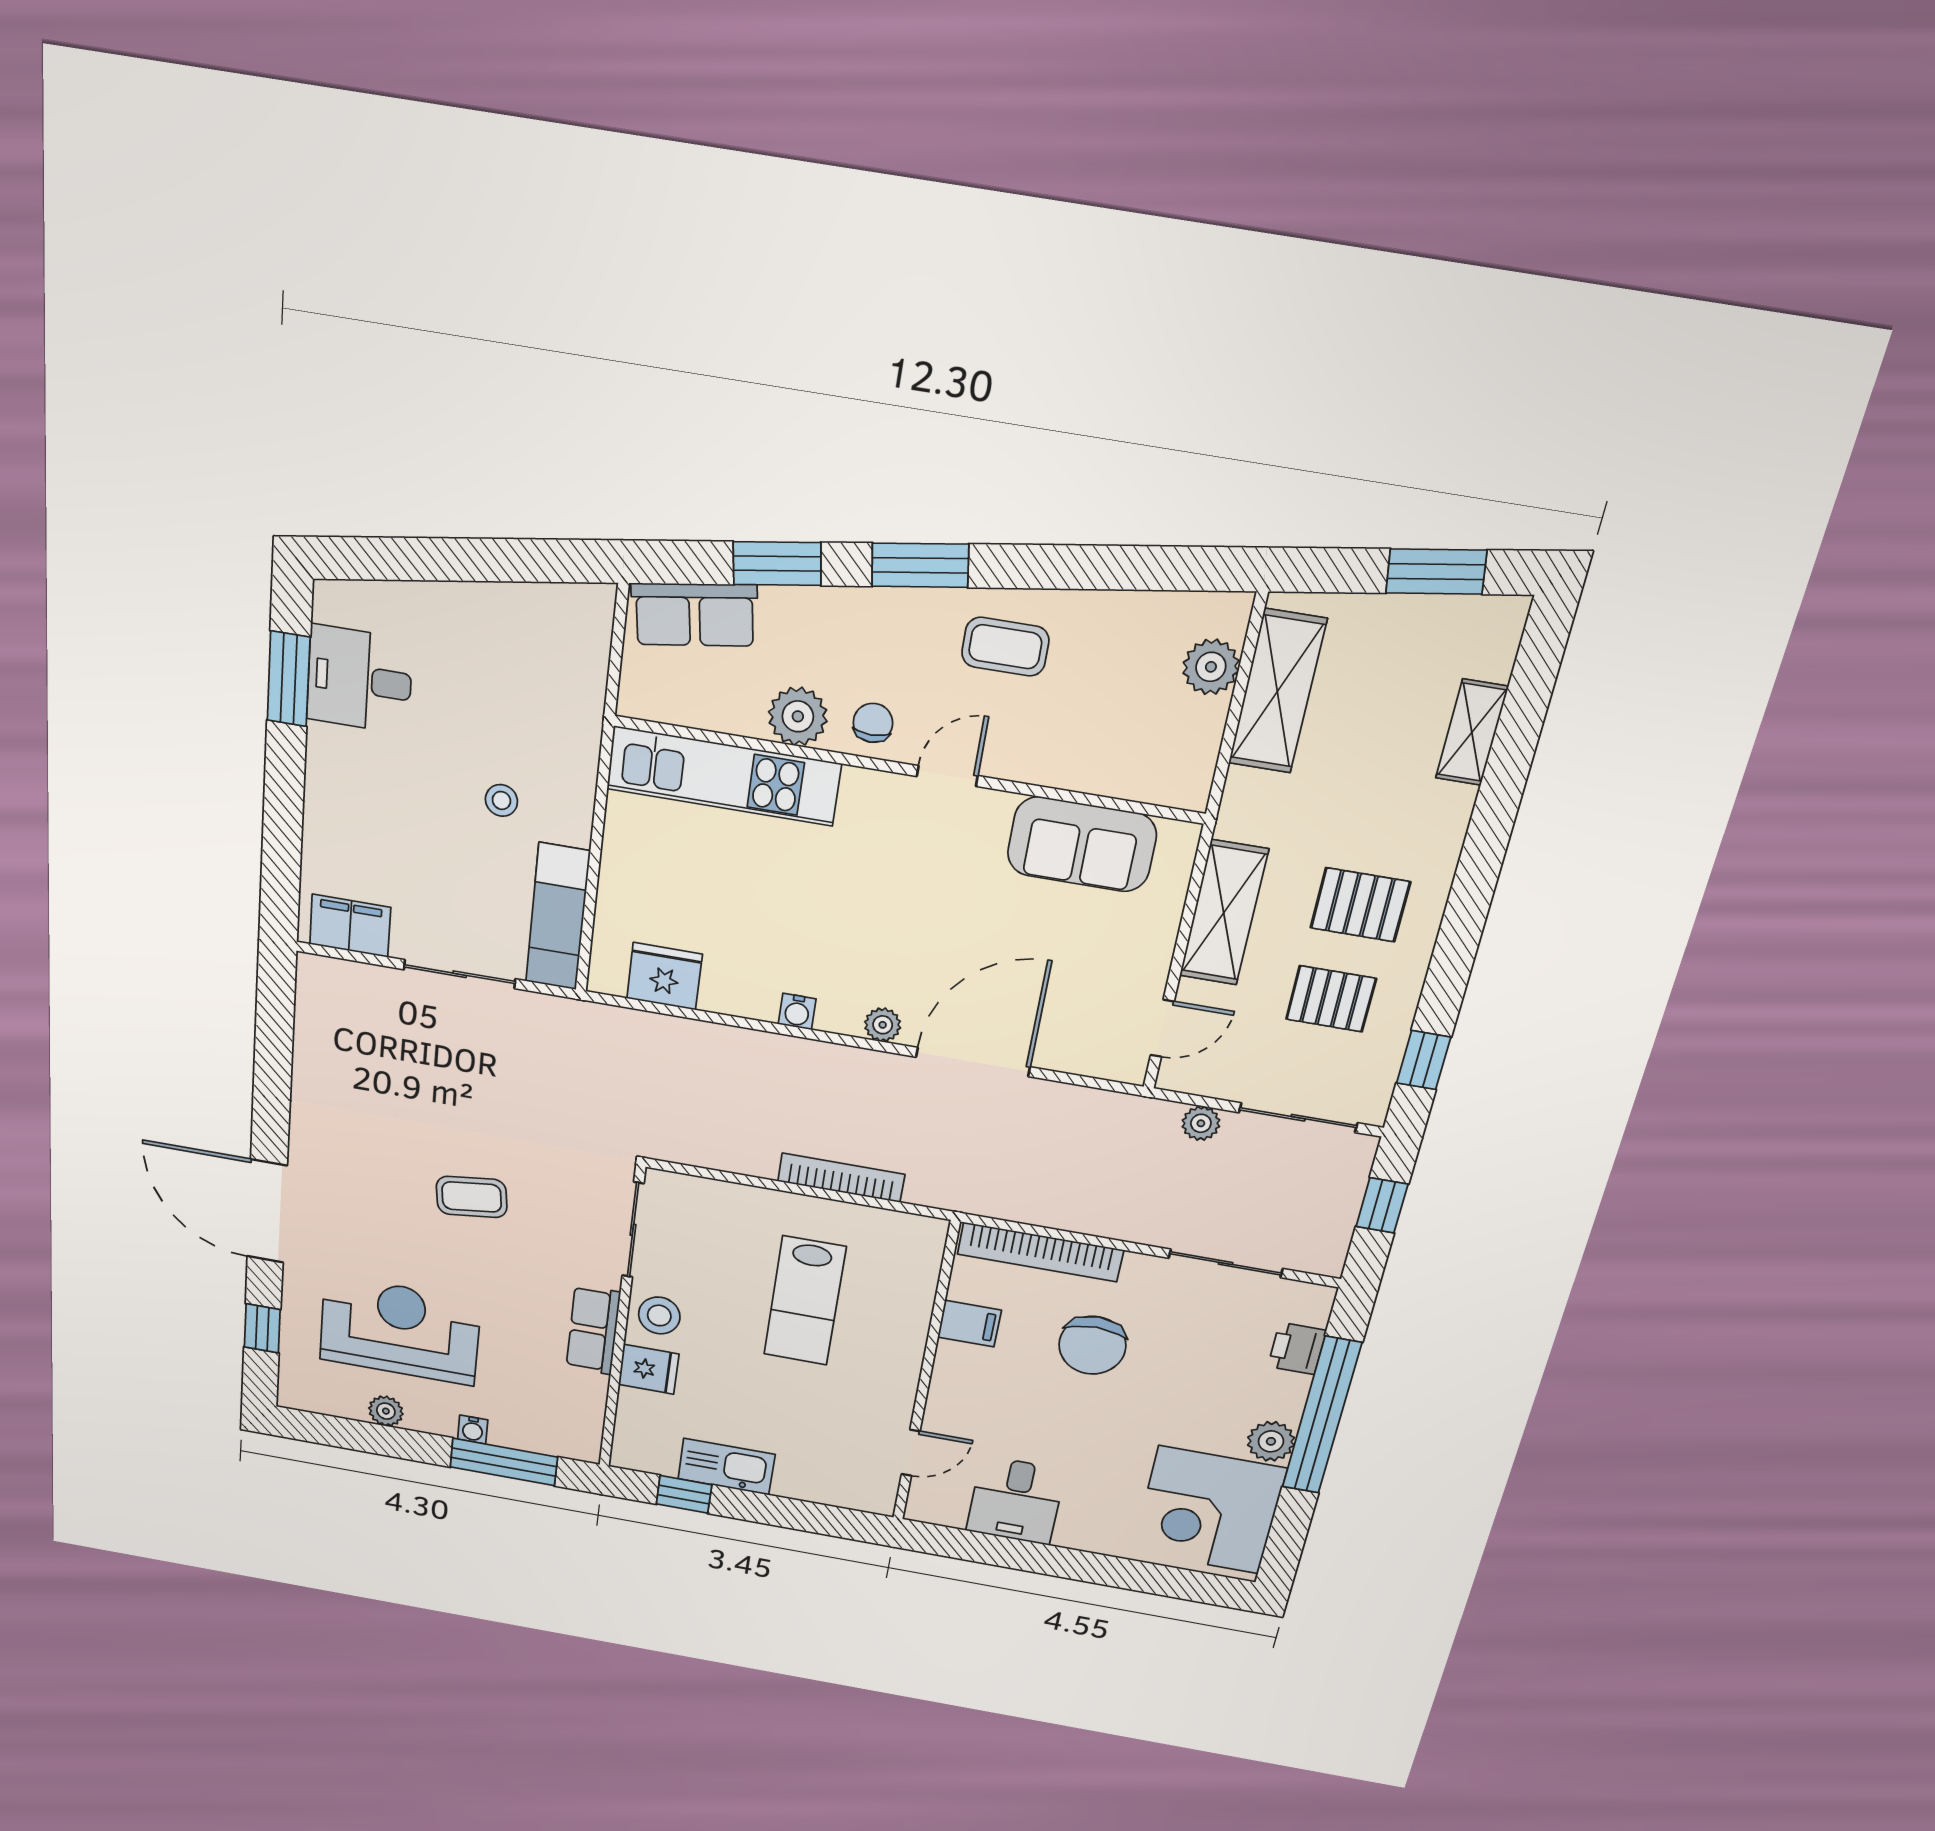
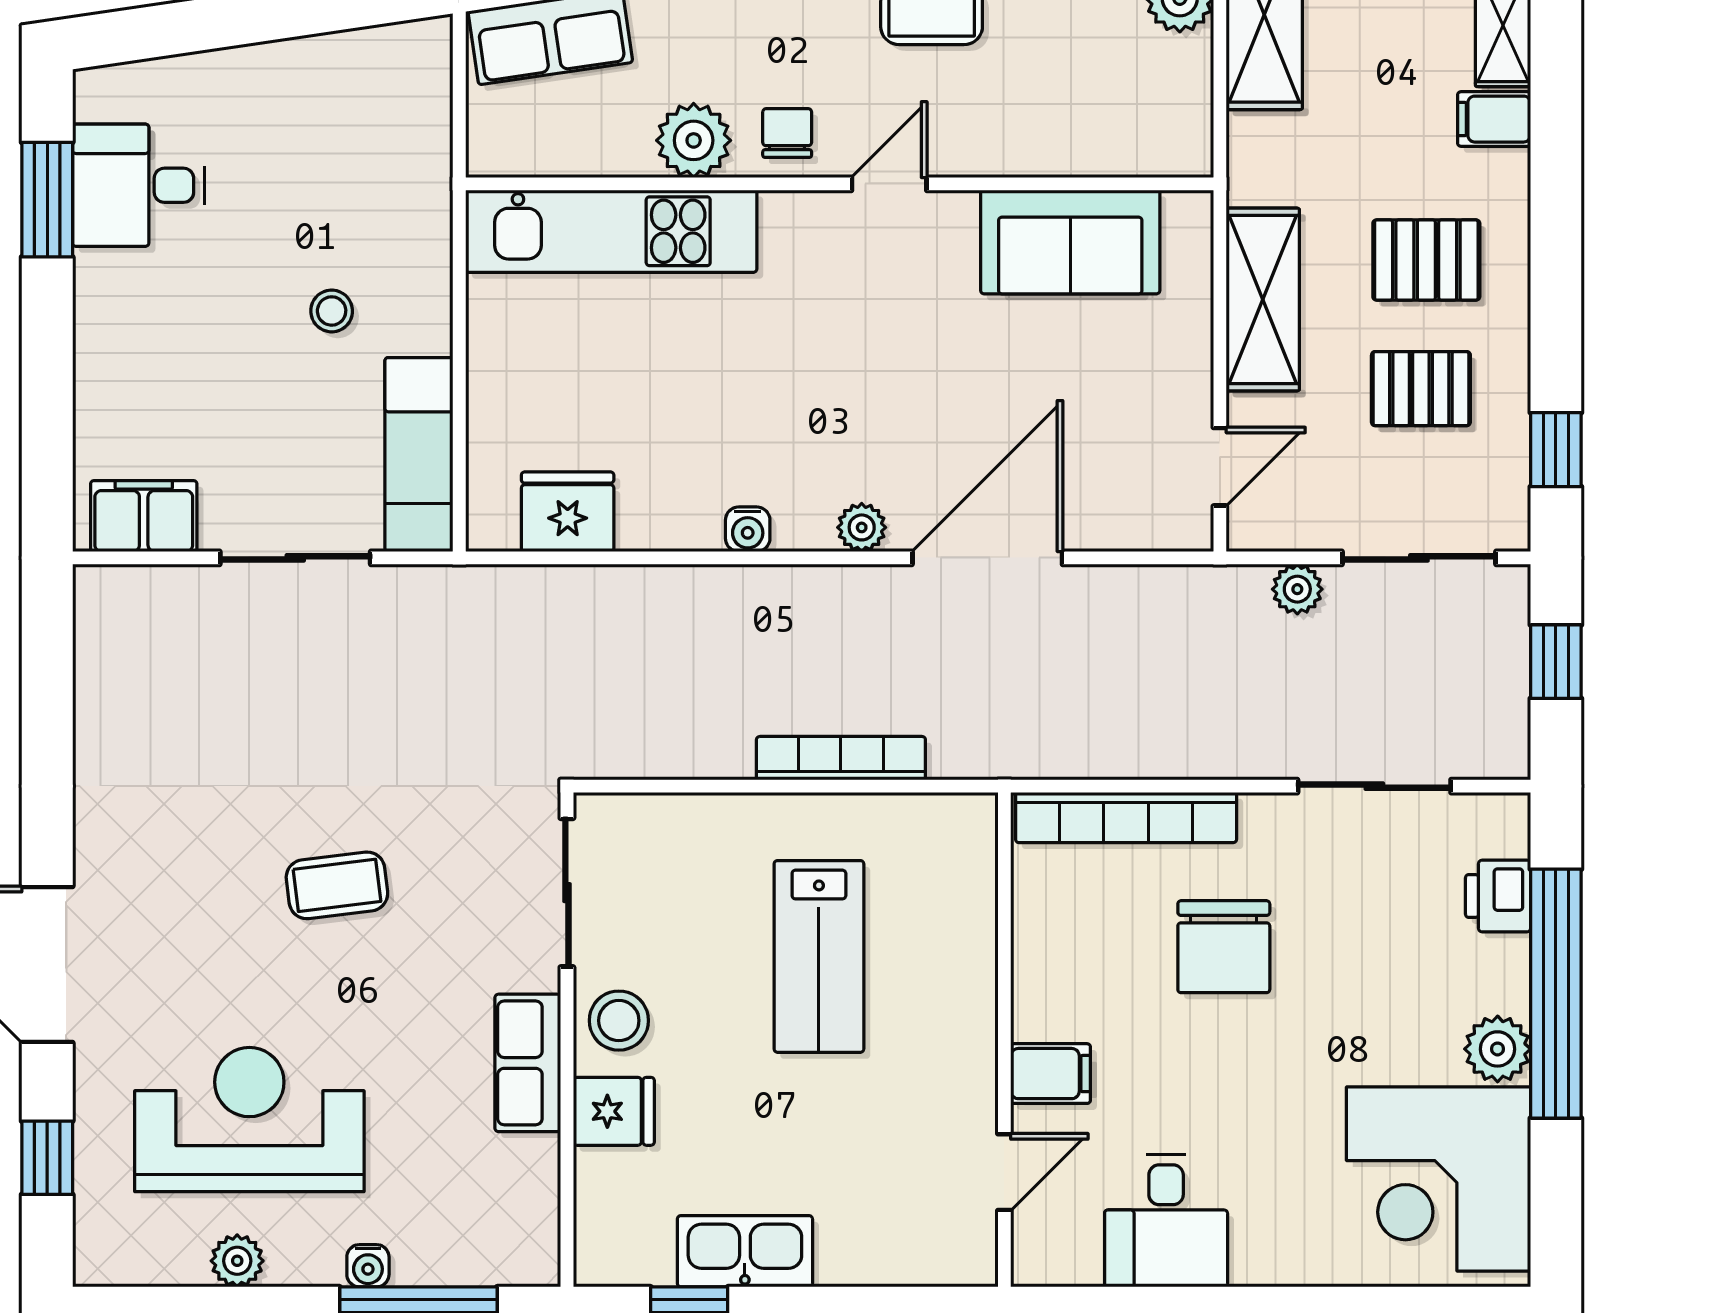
filing cabinet: (1444, 806) -> (1494, 119), added
filing cabinet: (969, 1324) -> (1051, 1074), moved

